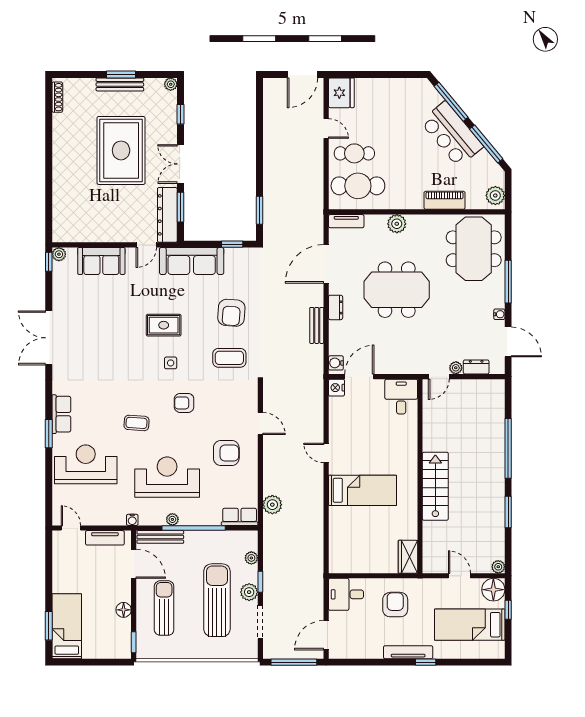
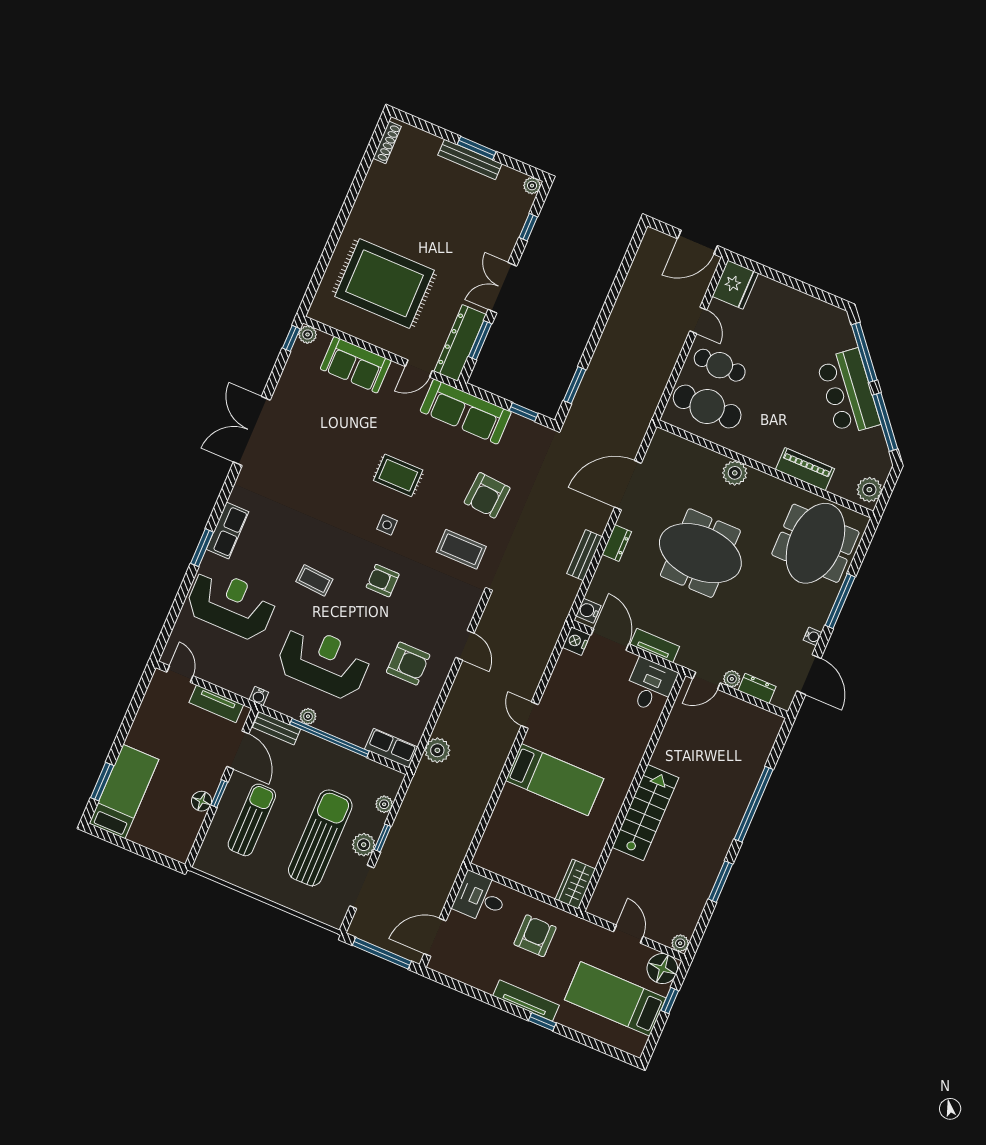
rug: (121, 150) -> (385, 283), moved, turned 90
tv unit: (346, 221) -> (655, 645), moved, turned 180
door: (359, 377) -> (610, 640), hinge flipped
bench: (160, 537) -> (277, 728), width x0.73
window: (134, 642) -> (219, 794), moved

